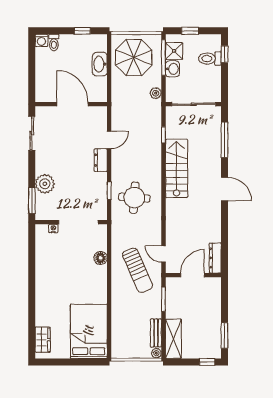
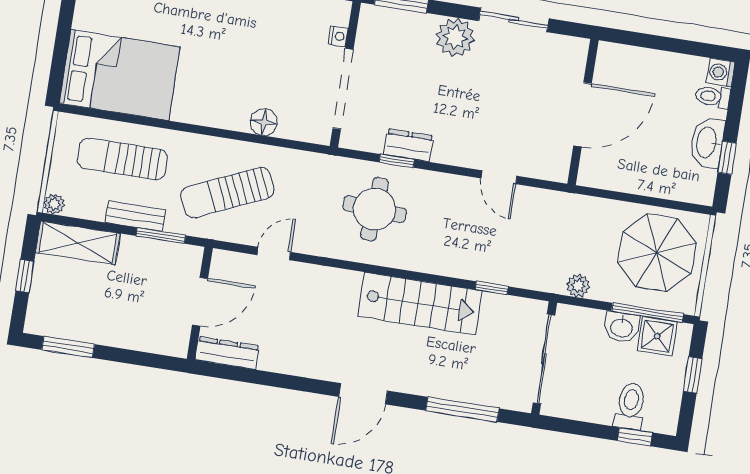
washbasin: (100, 64) -> (707, 143), moved, turned -90
sliding door: (32, 133) -> (514, 20), moved
dresser: (101, 160) -> (408, 145), moved
plant: (45, 184) -> (455, 37), moved
door: (163, 254) -> (274, 254), moved
door: (192, 275) -> (200, 302), hinge flipped
sun lounger: (129, 324) -> (122, 159), added
bench: (156, 333) -> (135, 216), moved
window: (207, 362) -> (25, 276), moved

